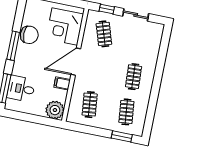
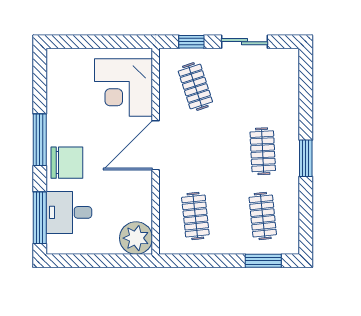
chair: (29, 35) -> (67, 163), moved
filing cabinet: (62, 83) -> (139, 189), removed
window: (156, 85) -> (306, 158), added

